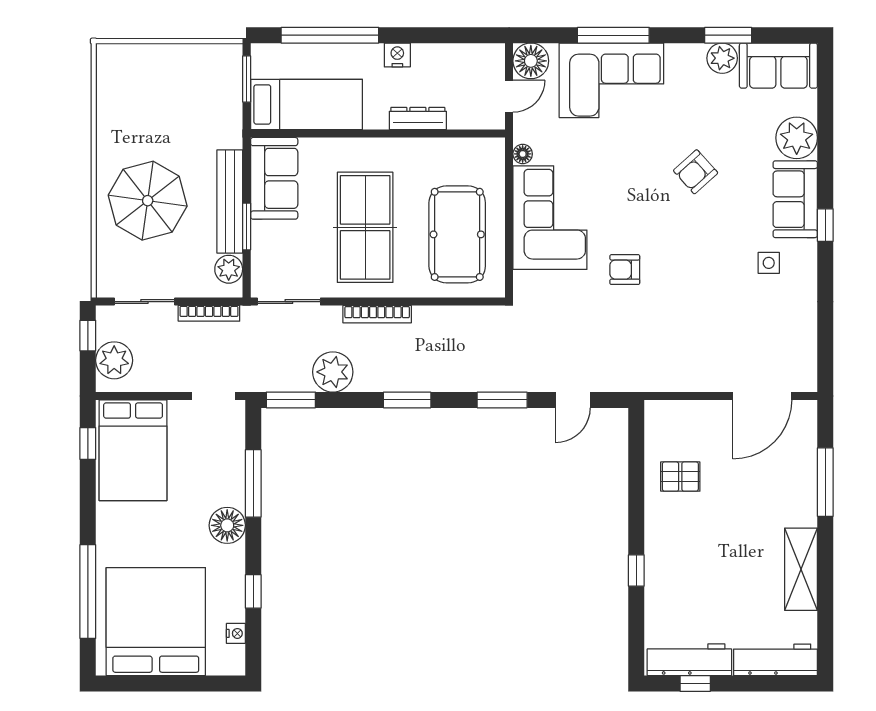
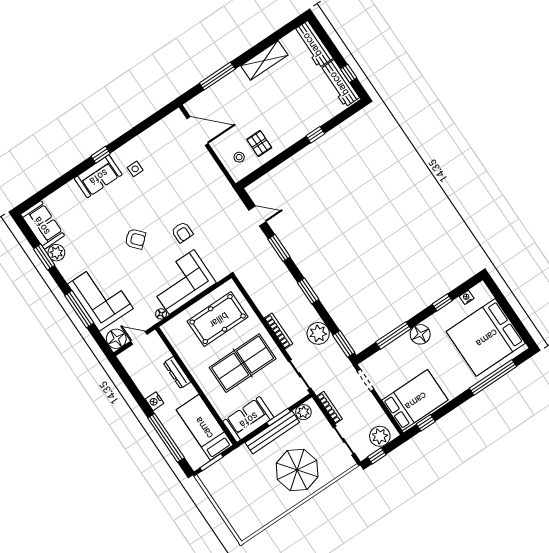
plant: (797, 138) -> (70, 194), removed
armchair: (696, 172) -> (135, 239), moved
stool: (680, 432) -> (239, 157), added

